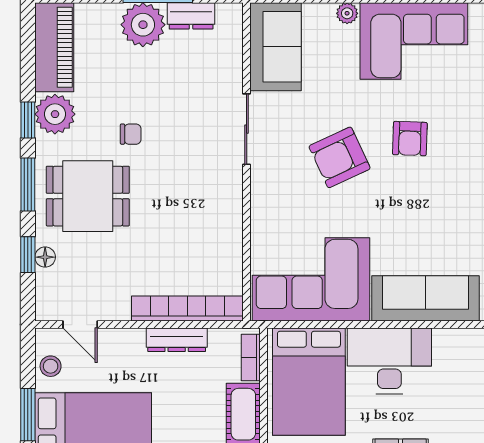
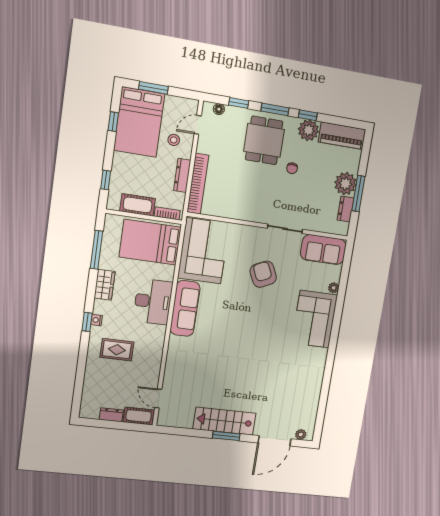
armchair: (410, 139) -> (267, 311), removed
floor lamp: (45, 257) -> (219, 109), moved
desk: (389, 361) -> (153, 302), moved
stool: (51, 366) -> (174, 140), moved

